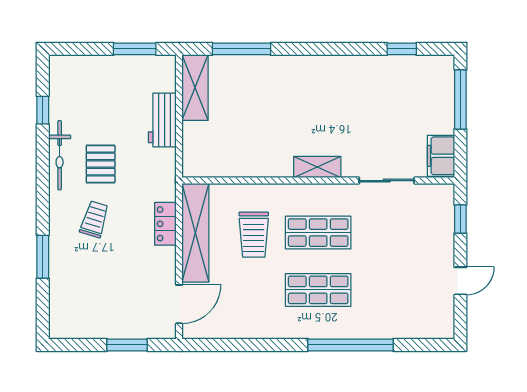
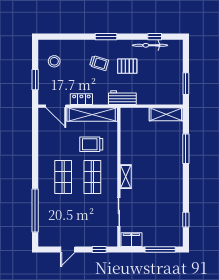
window: (241, 49) -> (186, 149), moved
workbench: (162, 120) -> (122, 98), moved
bicycle: (60, 155) -> (150, 45), moved
locker: (165, 224) -> (81, 99), moved
window: (43, 257) -> (106, 37), moved
door: (460, 281) -> (68, 249), hinge flipped
stool: (91, 307) -> (54, 61), added
window: (351, 345) -> (35, 211), moved

